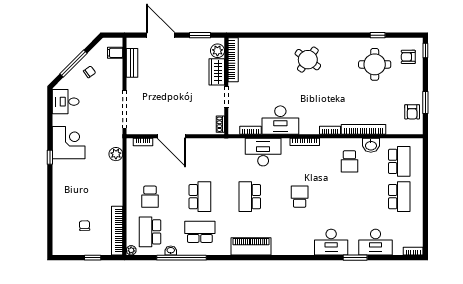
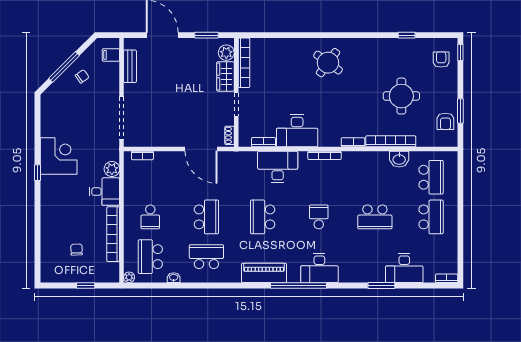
armchair: (408, 57) -> (441, 60), turned 90
round table: (375, 64) -> (401, 96), moved
desk: (66, 102) -> (105, 192), moved, turned 180
door: (171, 136) -> (201, 149), moved
school desk: (349, 161) -> (375, 217), moved, width x1.85
bookcase: (117, 231) -> (113, 234), moved
desk: (331, 242) -> (319, 268), moved
window: (182, 258) -> (299, 286), moved

